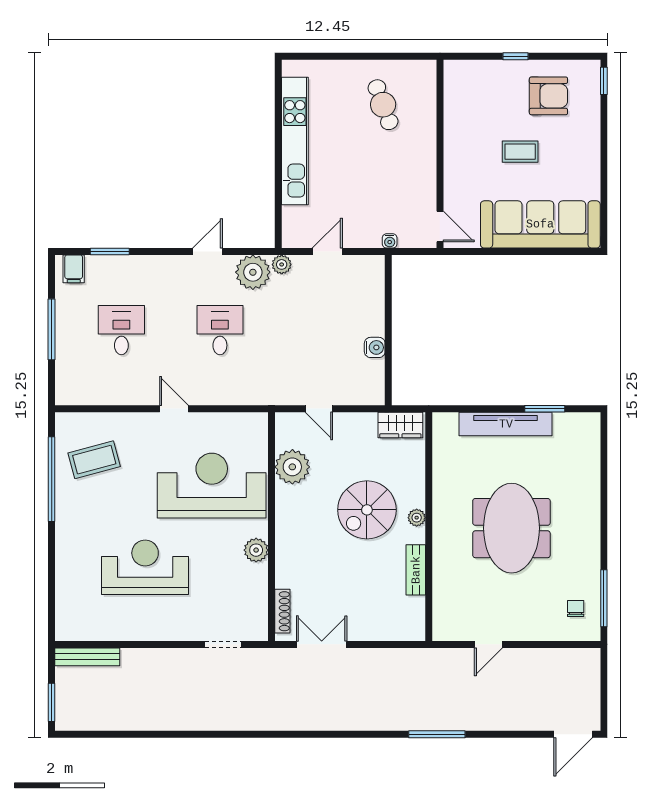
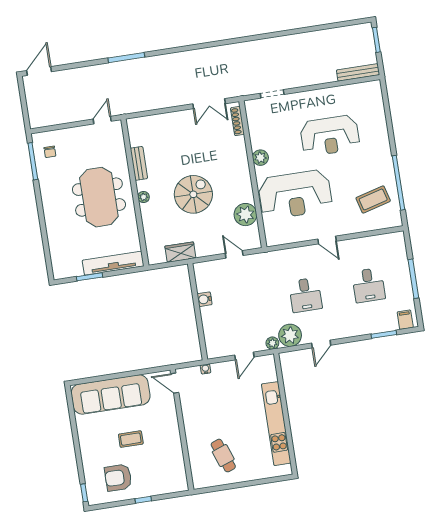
plant: (417, 518) -> (144, 197), moved
wall: (429, 527) -> (135, 192), moved
bench: (416, 570) -> (139, 163), moved

